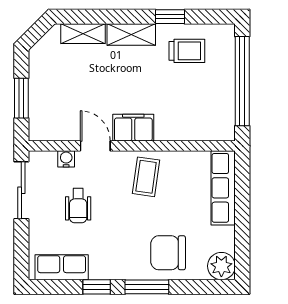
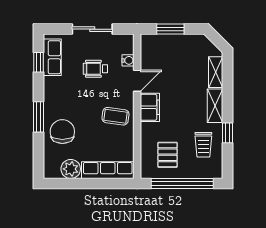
pallet: (201, 102) -> (168, 155), added
sliding door: (21, 190) -> (92, 29), moved
plant: (221, 266) -> (71, 169), moved
window: (97, 287) -> (39, 62), moved

